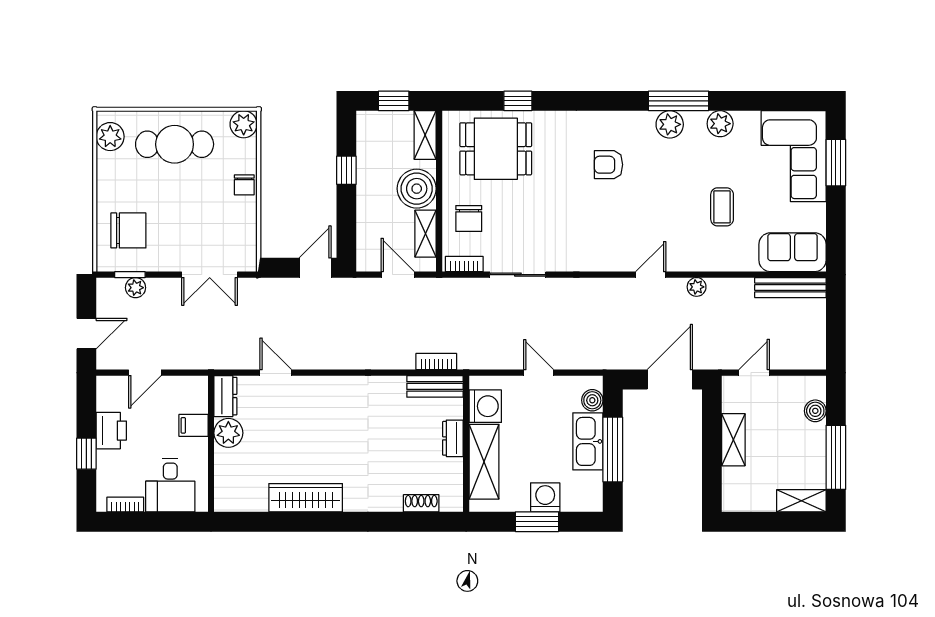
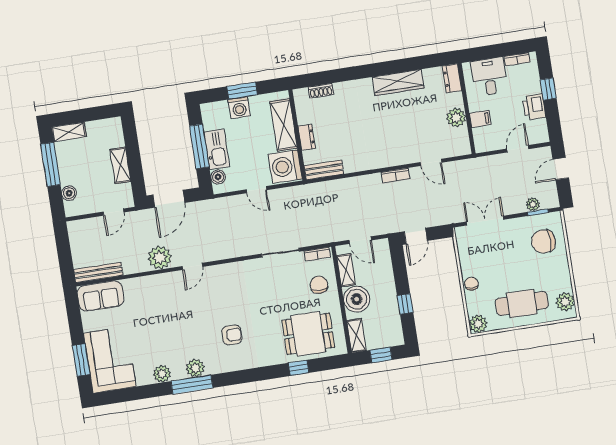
coffee table: (722, 207) -> (152, 319), removed
plant: (697, 287) -> (160, 258), width x1.88, depth x1.88
bookcase: (436, 362) -> (396, 175), moved
dresser: (225, 396) -> (452, 78), moved
washing machine: (485, 406) -> (285, 167), width x1.37, depth x1.37

